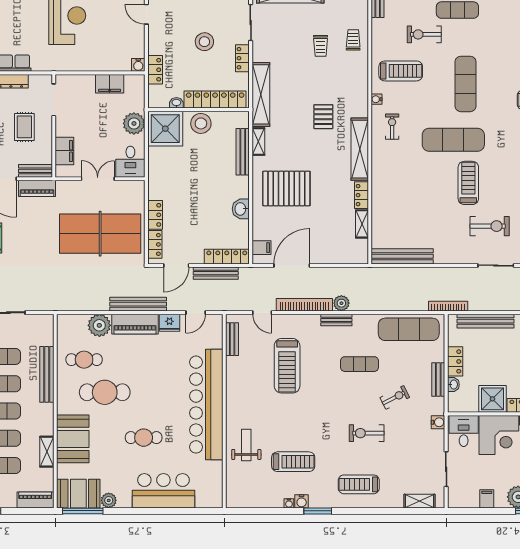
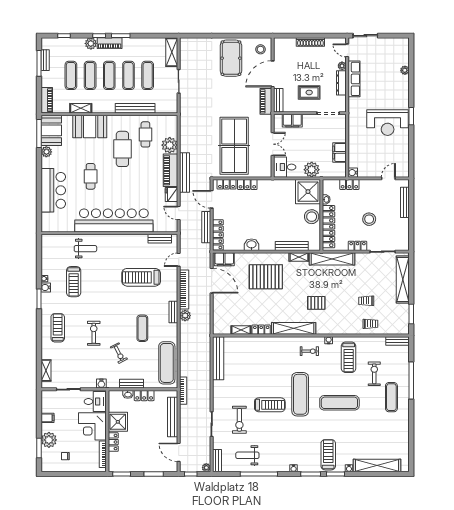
pallet: (286, 189) -> (266, 277), turned 90
filing cabinet: (262, 248) -> (224, 259), width x2.00

